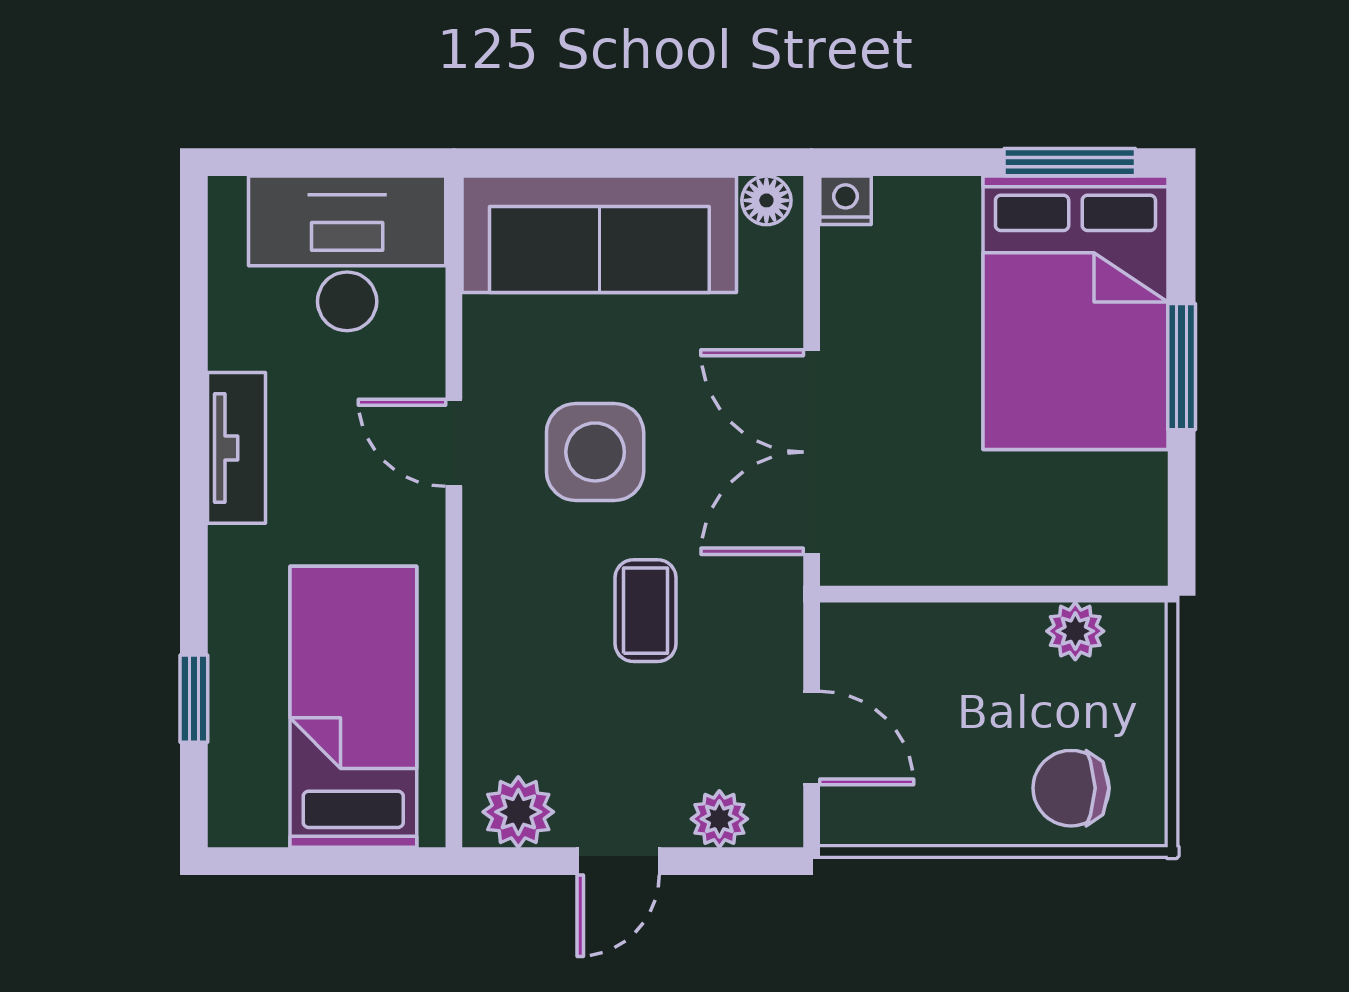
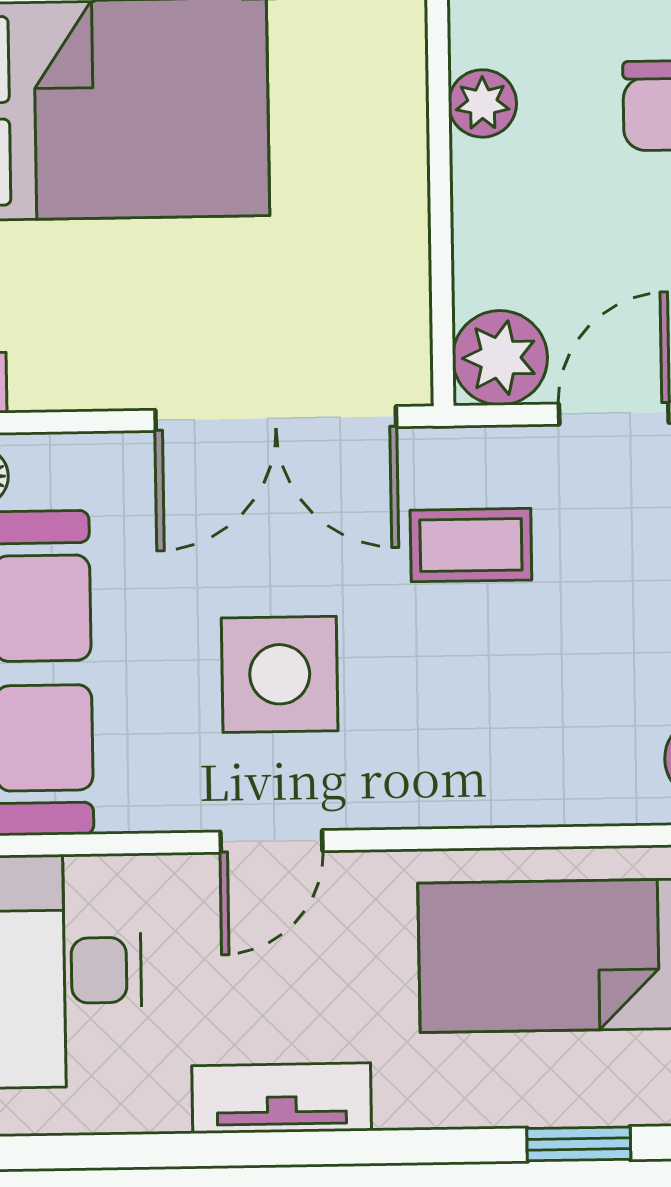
coffee table: (646, 611) -> (471, 545), moved
plant: (860, 643) -> (500, 358), added

